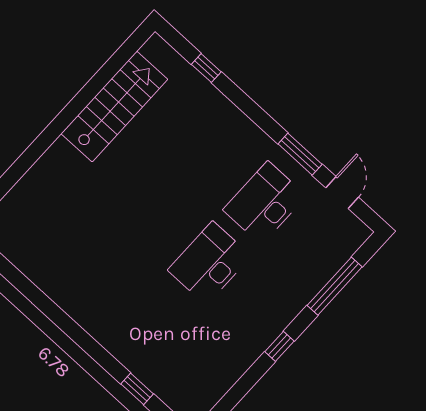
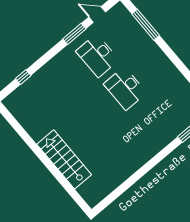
stairs: (114, 107) -> (64, 159), moved
window: (279, 346) -> (173, 57), removed

